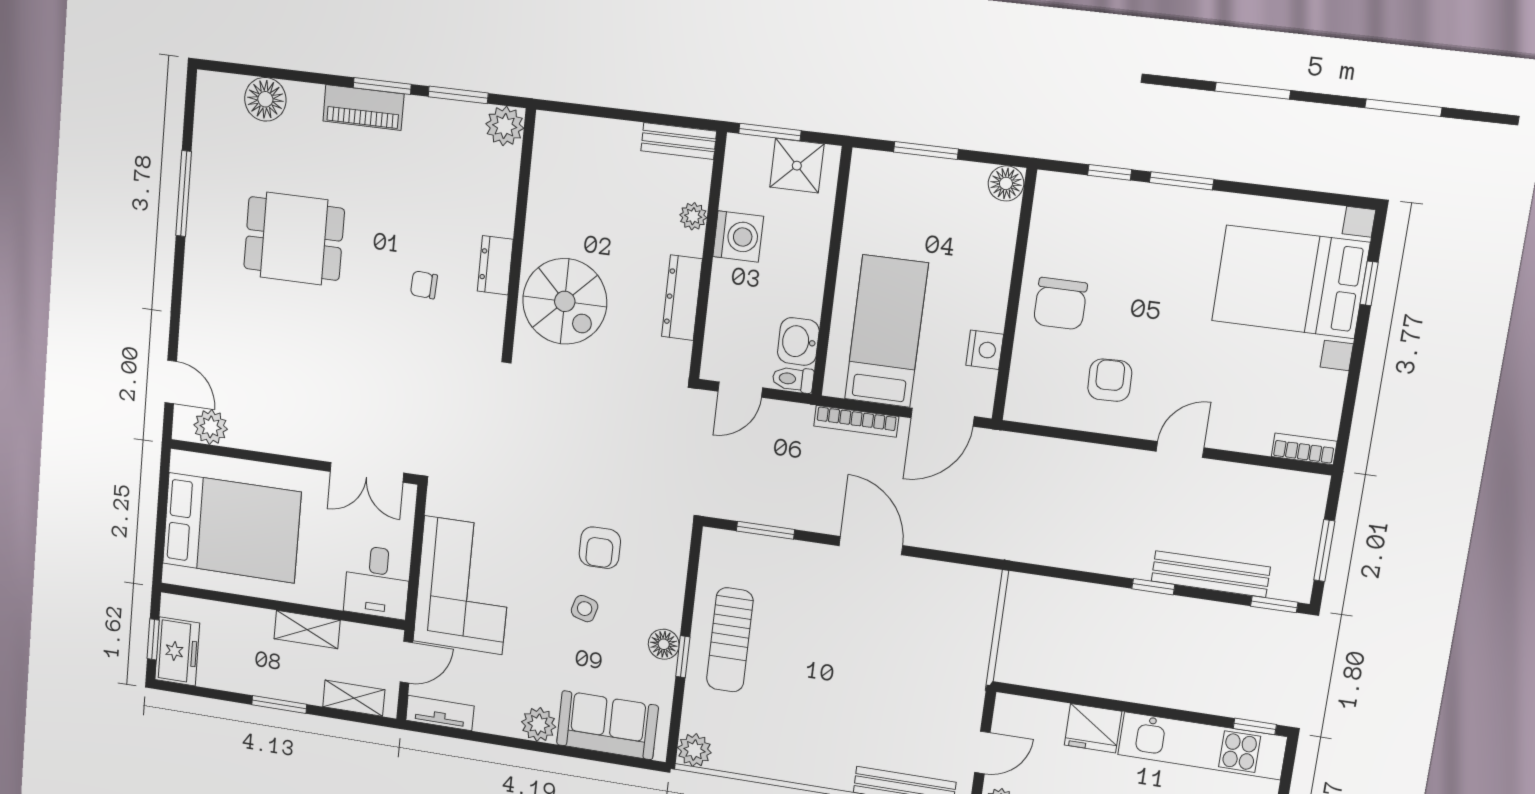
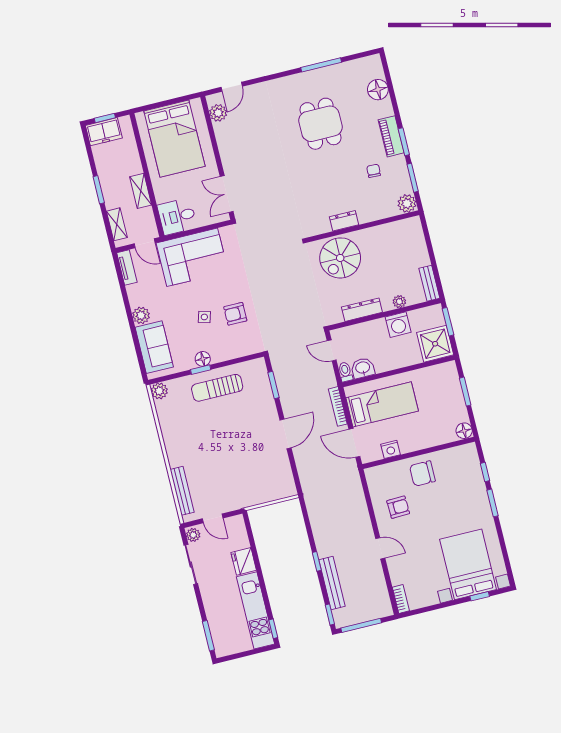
shower: (797, 166) -> (435, 344), width x1.36, depth x1.36
chair: (424, 285) -> (374, 171), moved
window: (1324, 551) -> (361, 625), width x1.44

